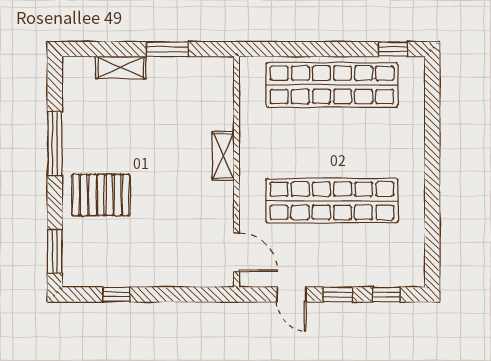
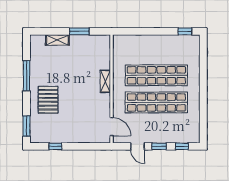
shop shelf: (332, 85) -> (156, 75), moved
pallet: (101, 195) -> (48, 100), turned 90

